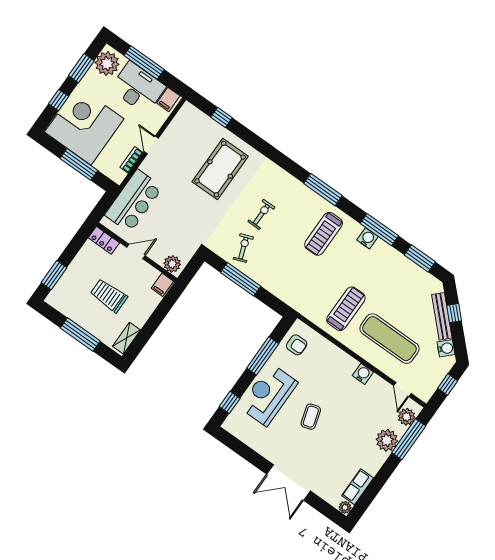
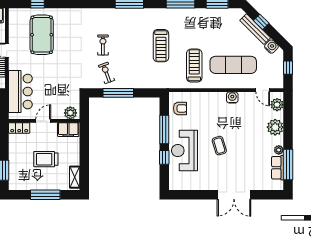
pool table: (220, 169) -> (42, 35), moved
treadmill: (324, 234) -> (161, 46), moved
water cooler: (367, 238) -> (177, 14), removed
filing cabinet: (162, 285) -> (68, 130), width x2.00
window: (230, 402) -> (164, 157), moved
window: (409, 439) -> (288, 164), moved
plant: (345, 507) -> (279, 150), moved

